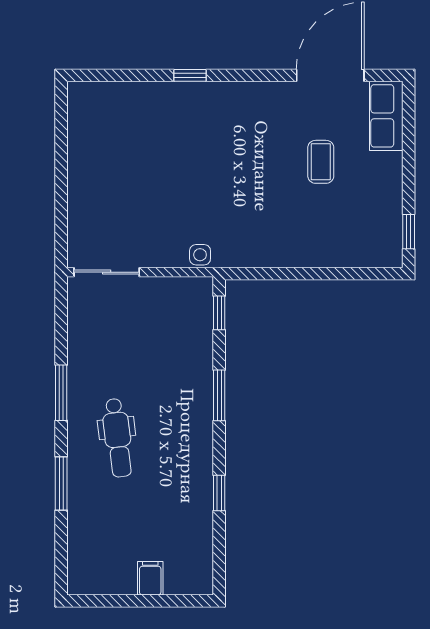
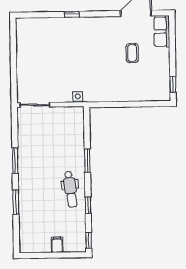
window: (219, 313) -> (89, 240), moved
dental chair: (118, 438) -> (70, 189), moved

